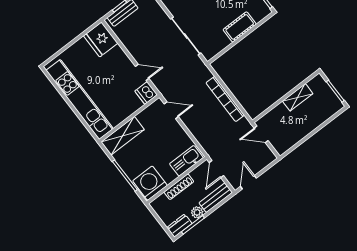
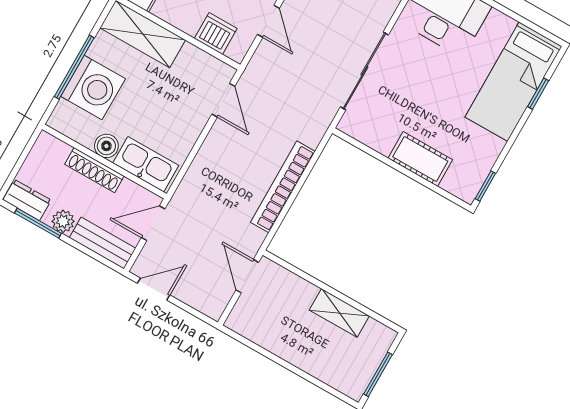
dishwasher: (146, 93) -> (216, 33), moved, turned 90
boiler: (170, 176) -> (106, 146), added
washing machine: (150, 183) -> (93, 87), moved, turned 90

